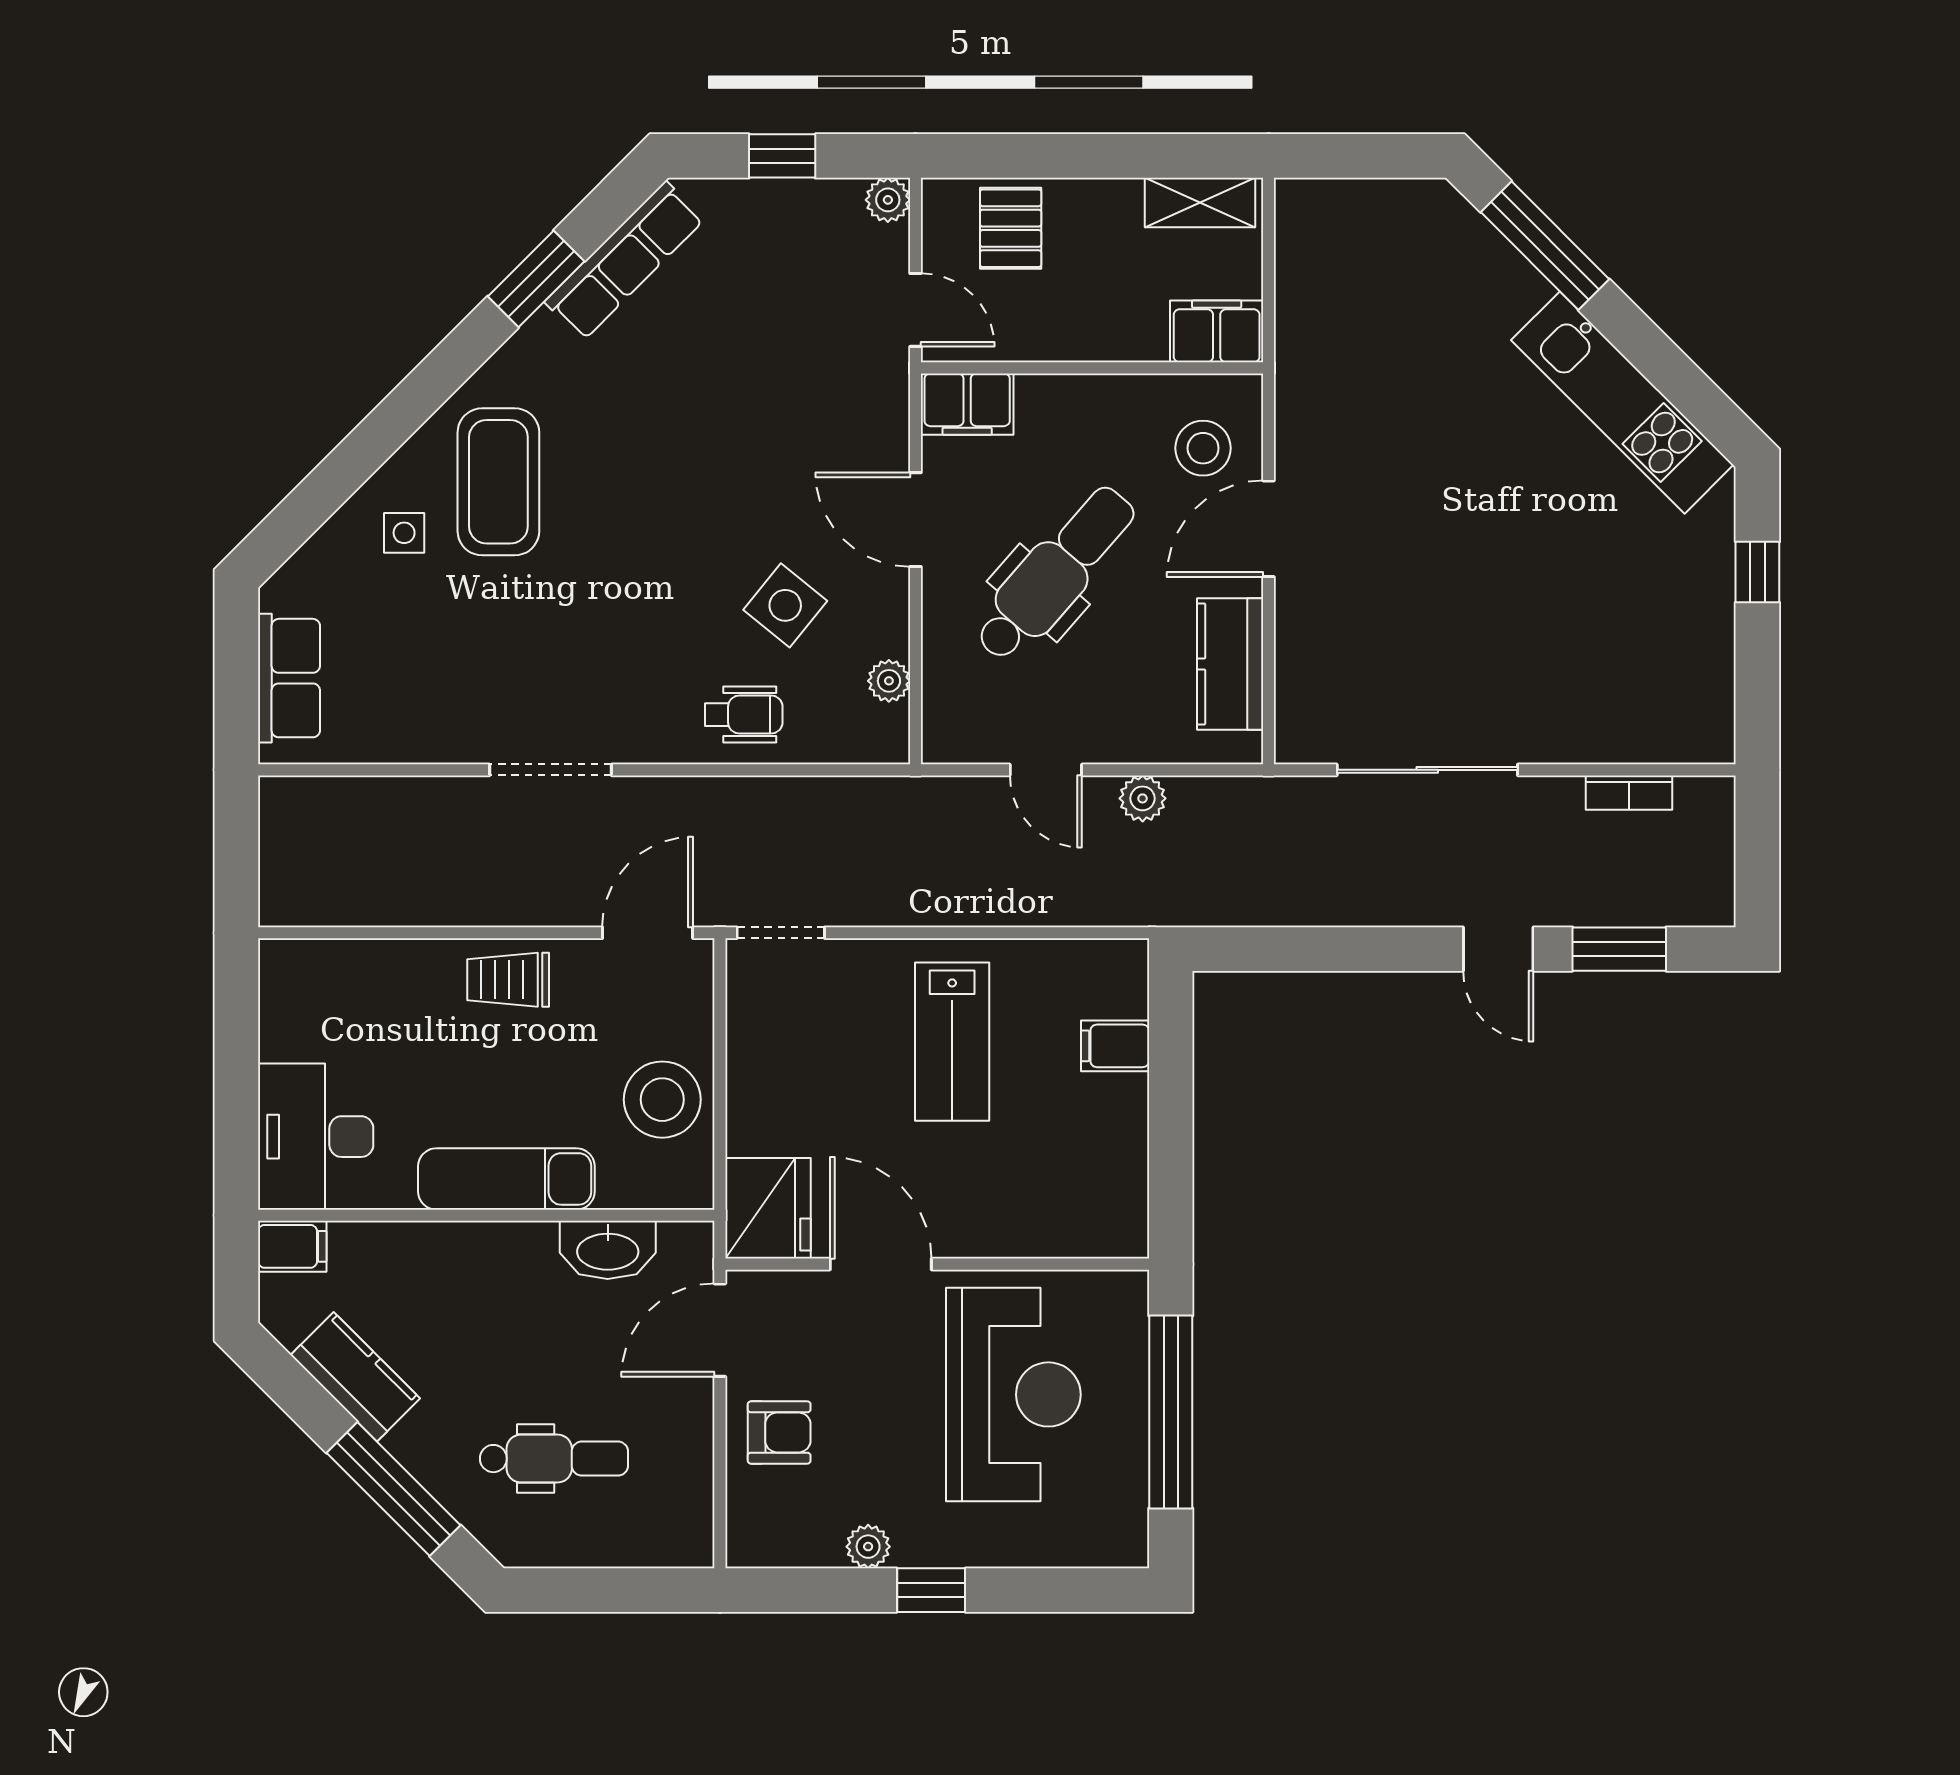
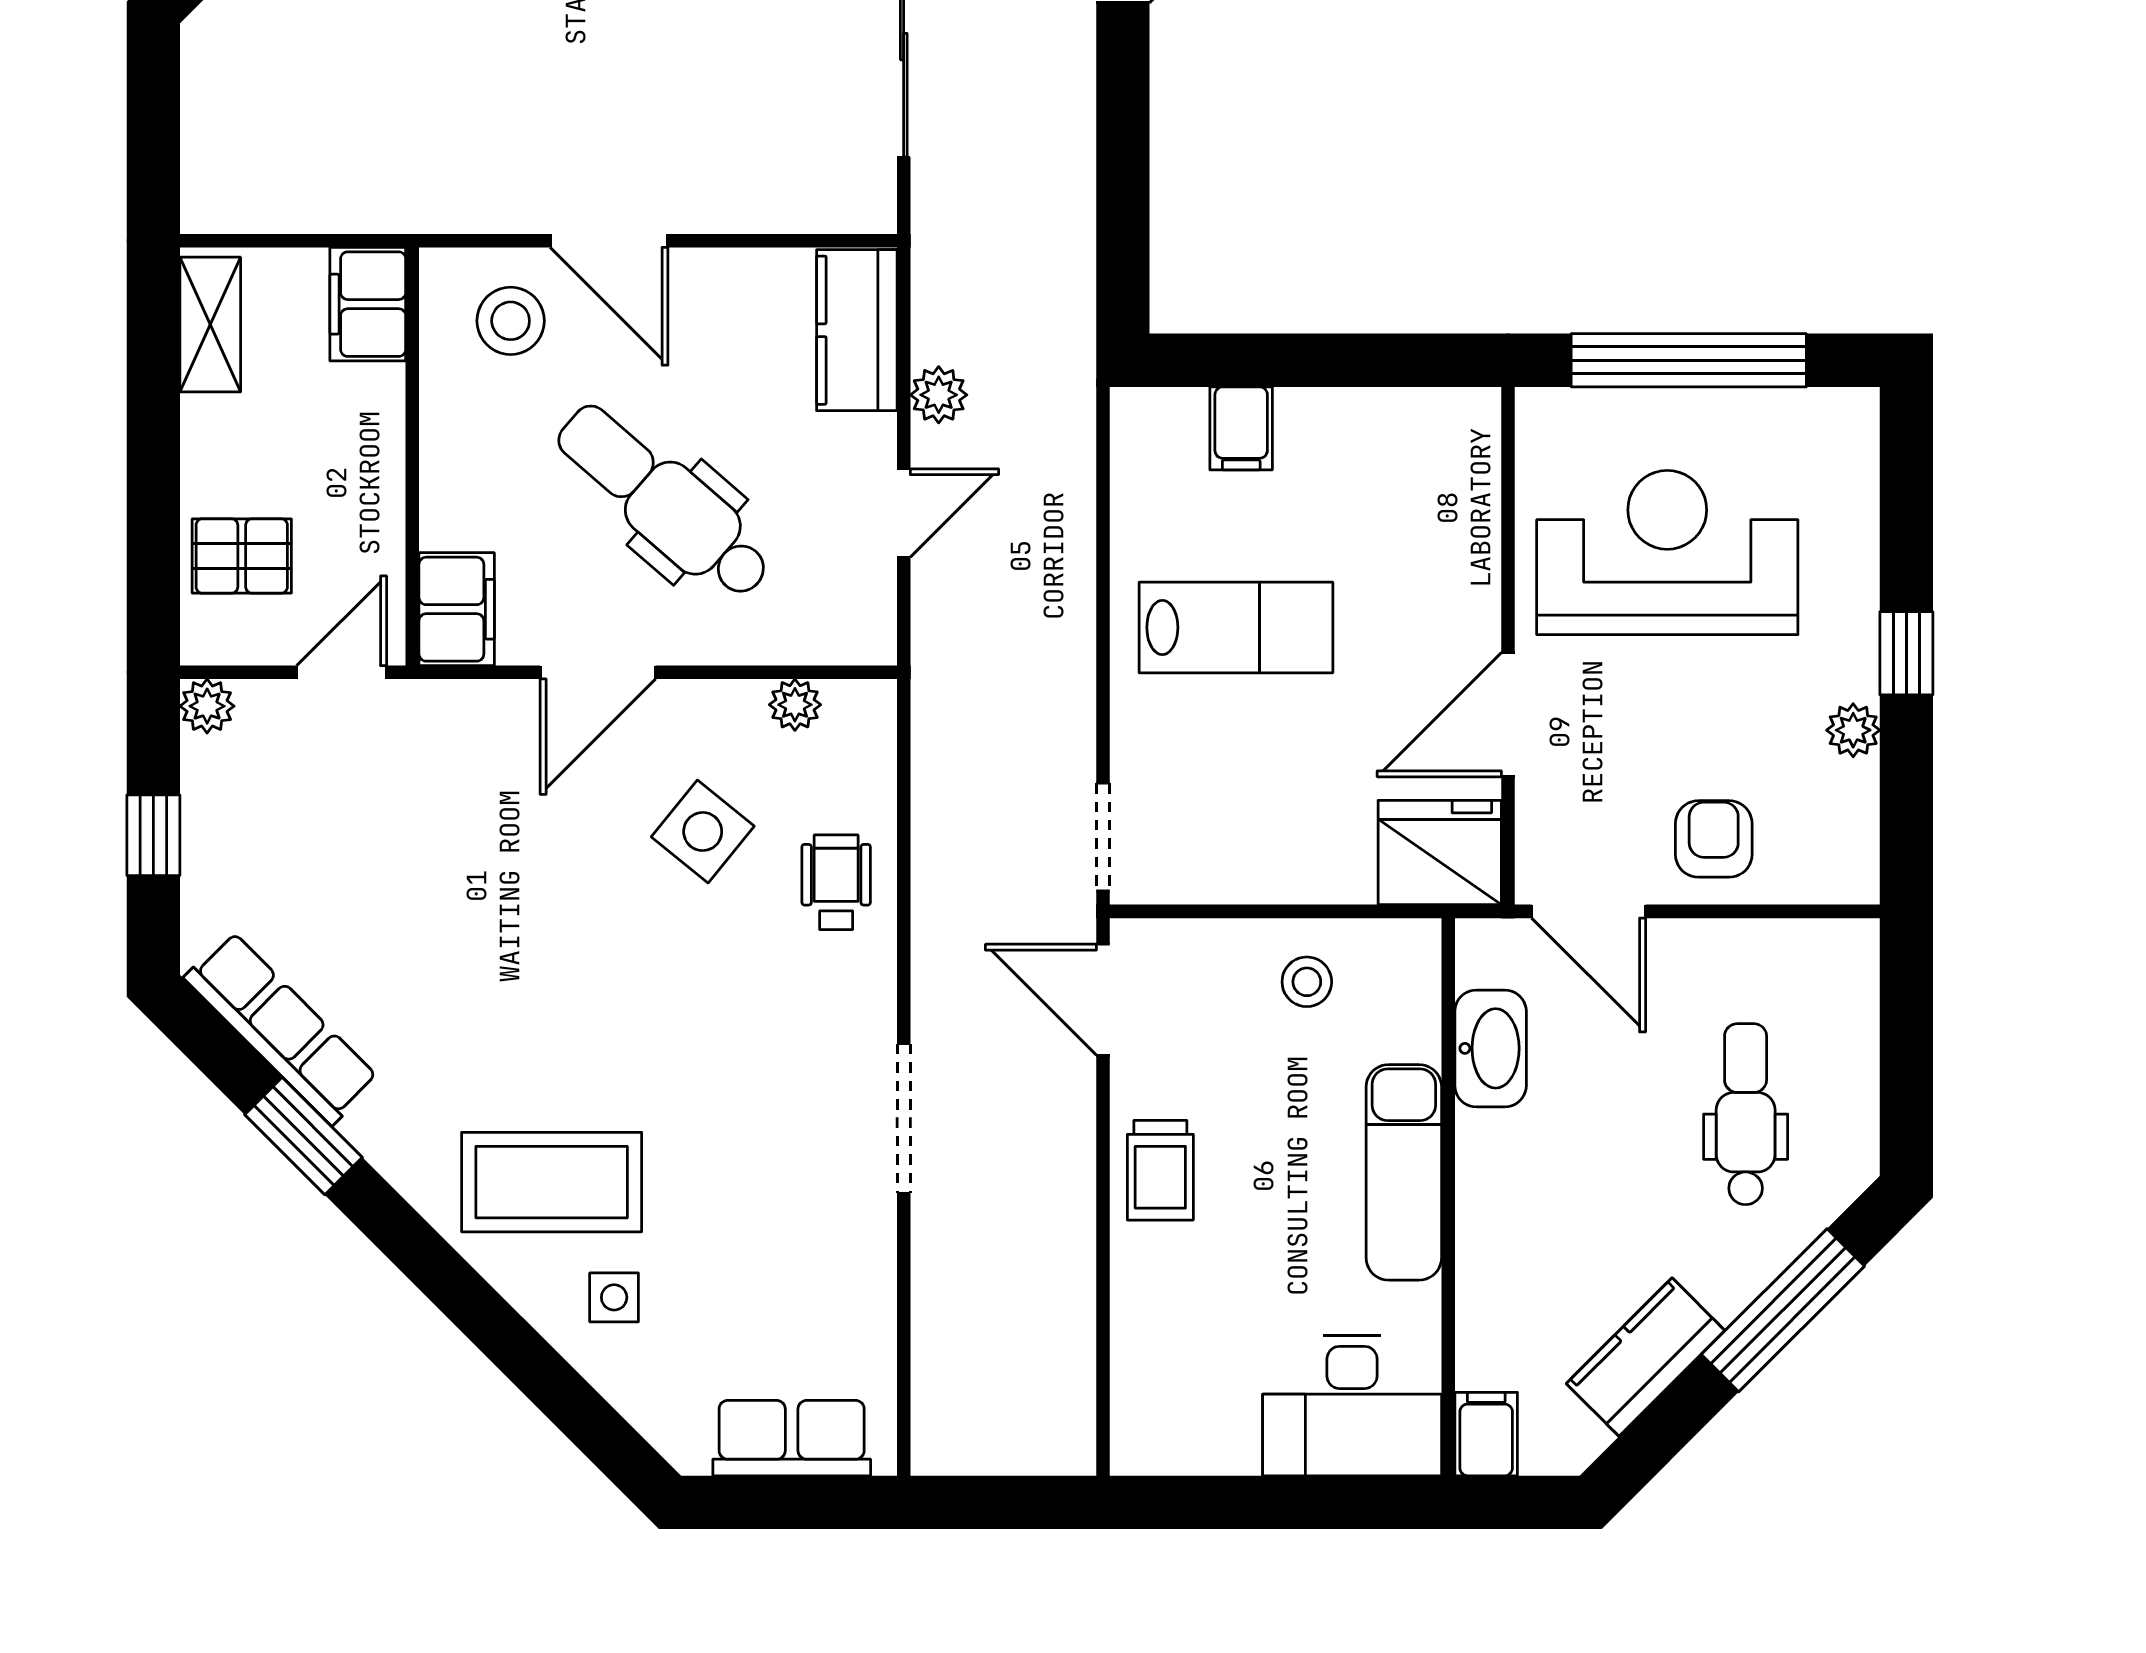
kitchen counter: (1230, 664) -> (857, 330), moved, turned 90
stool: (662, 1100) -> (1307, 982), width x0.53, depth x0.53

